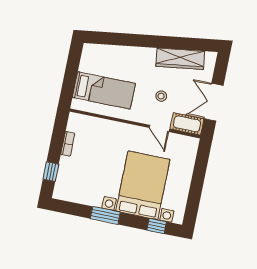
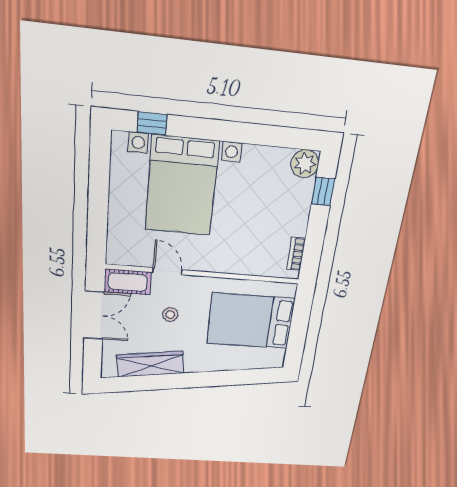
bed: (104, 90) -> (250, 321), width x1.50
bookcase: (68, 144) -> (296, 254), moved
plant: (62, 191) -> (305, 164), added
window: (105, 215) -> (236, 132), removed

